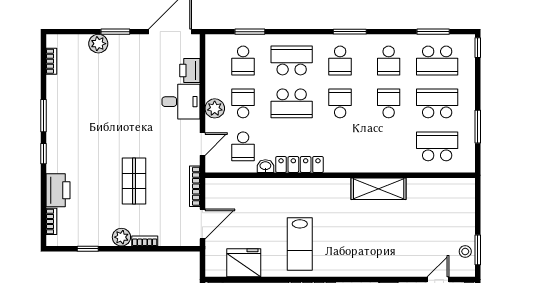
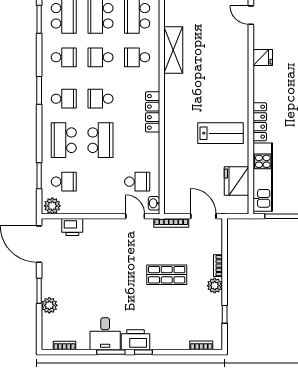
desk: (181, 102) -> (105, 334), moved, turned 180
school desk: (243, 103) -> (137, 57), moved
plant: (215, 108) -> (52, 206), moved
locker: (299, 165) -> (153, 112), moved
washbasin: (265, 166) -> (154, 203), moved
shelving: (379, 189) -> (173, 50), moved
printer: (58, 190) -> (136, 340), moved

